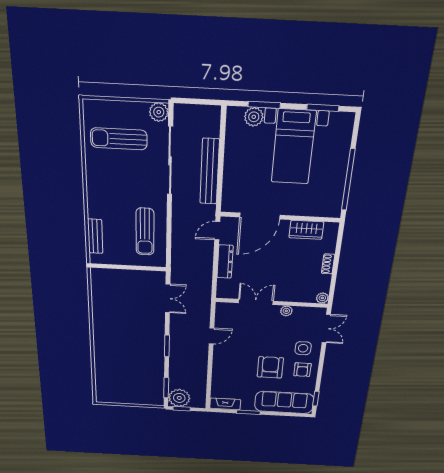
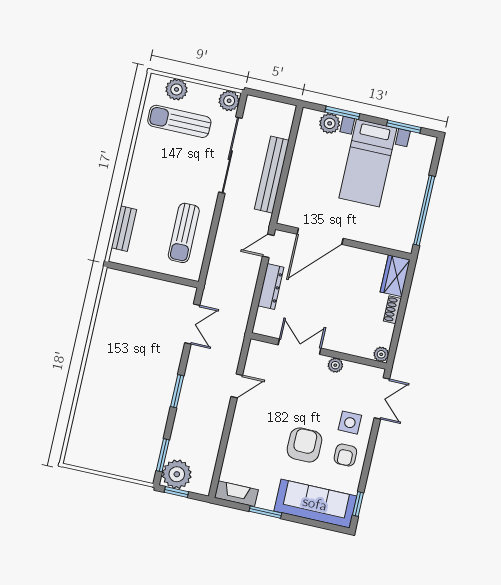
plant: (109, 110) -> (177, 89), added
wardrobe: (306, 230) -> (395, 276), moved, turned 90

